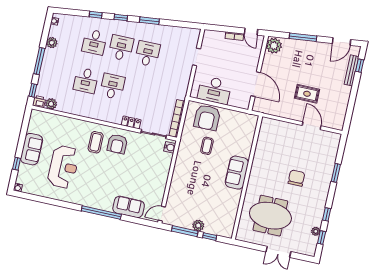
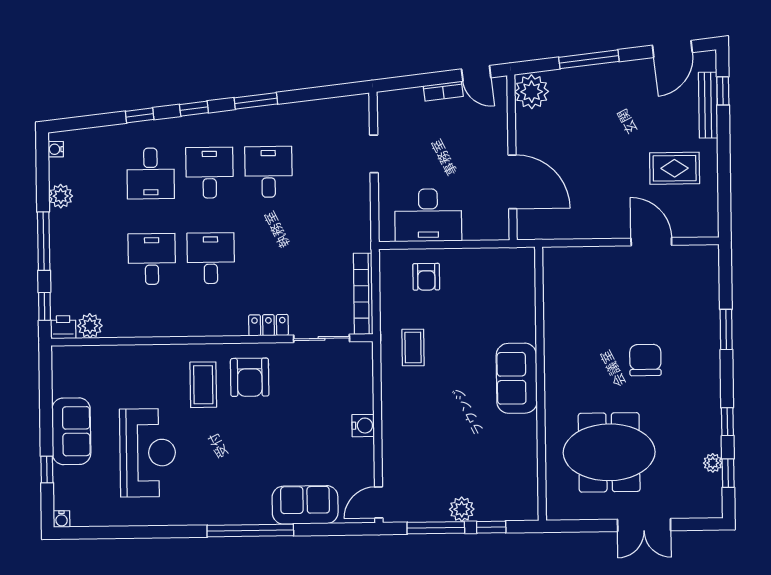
desk: (86, 80) -> (152, 259), turned 180
rug: (307, 94) -> (675, 168), moved
armchair: (207, 118) -> (426, 277), width x0.53, depth x0.53
coffee table: (207, 146) -> (413, 348), moved
water cooler: (170, 147) -> (363, 426), moved

